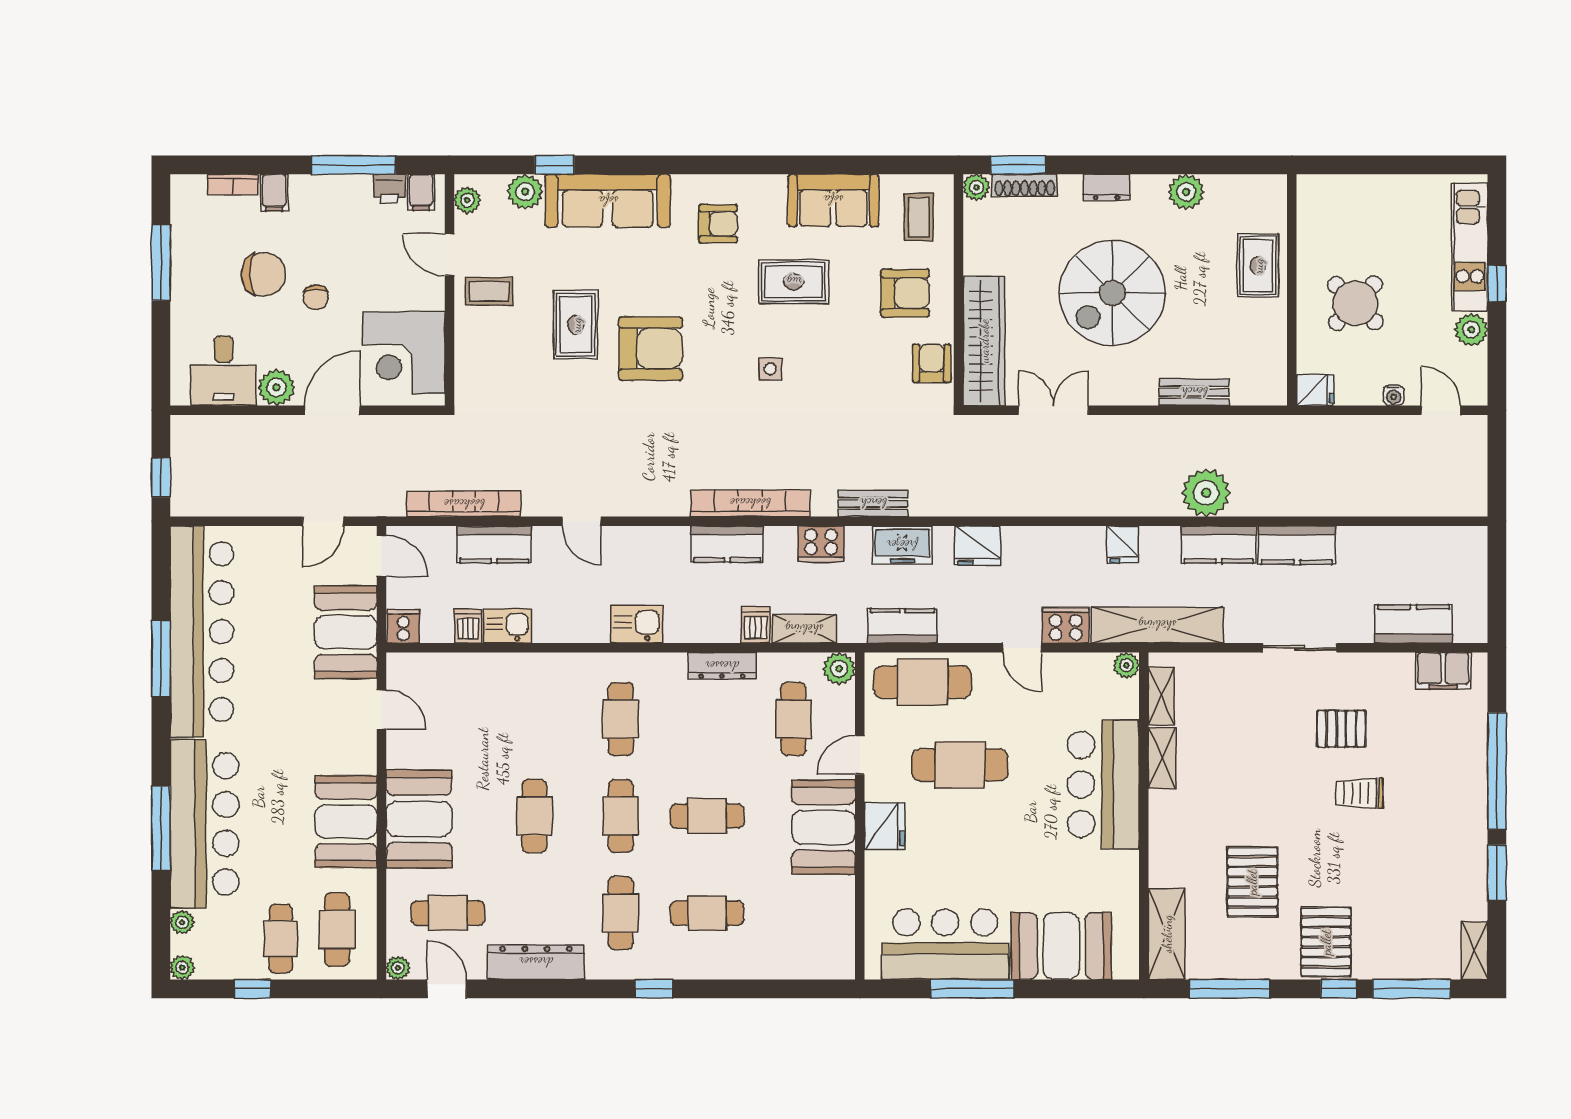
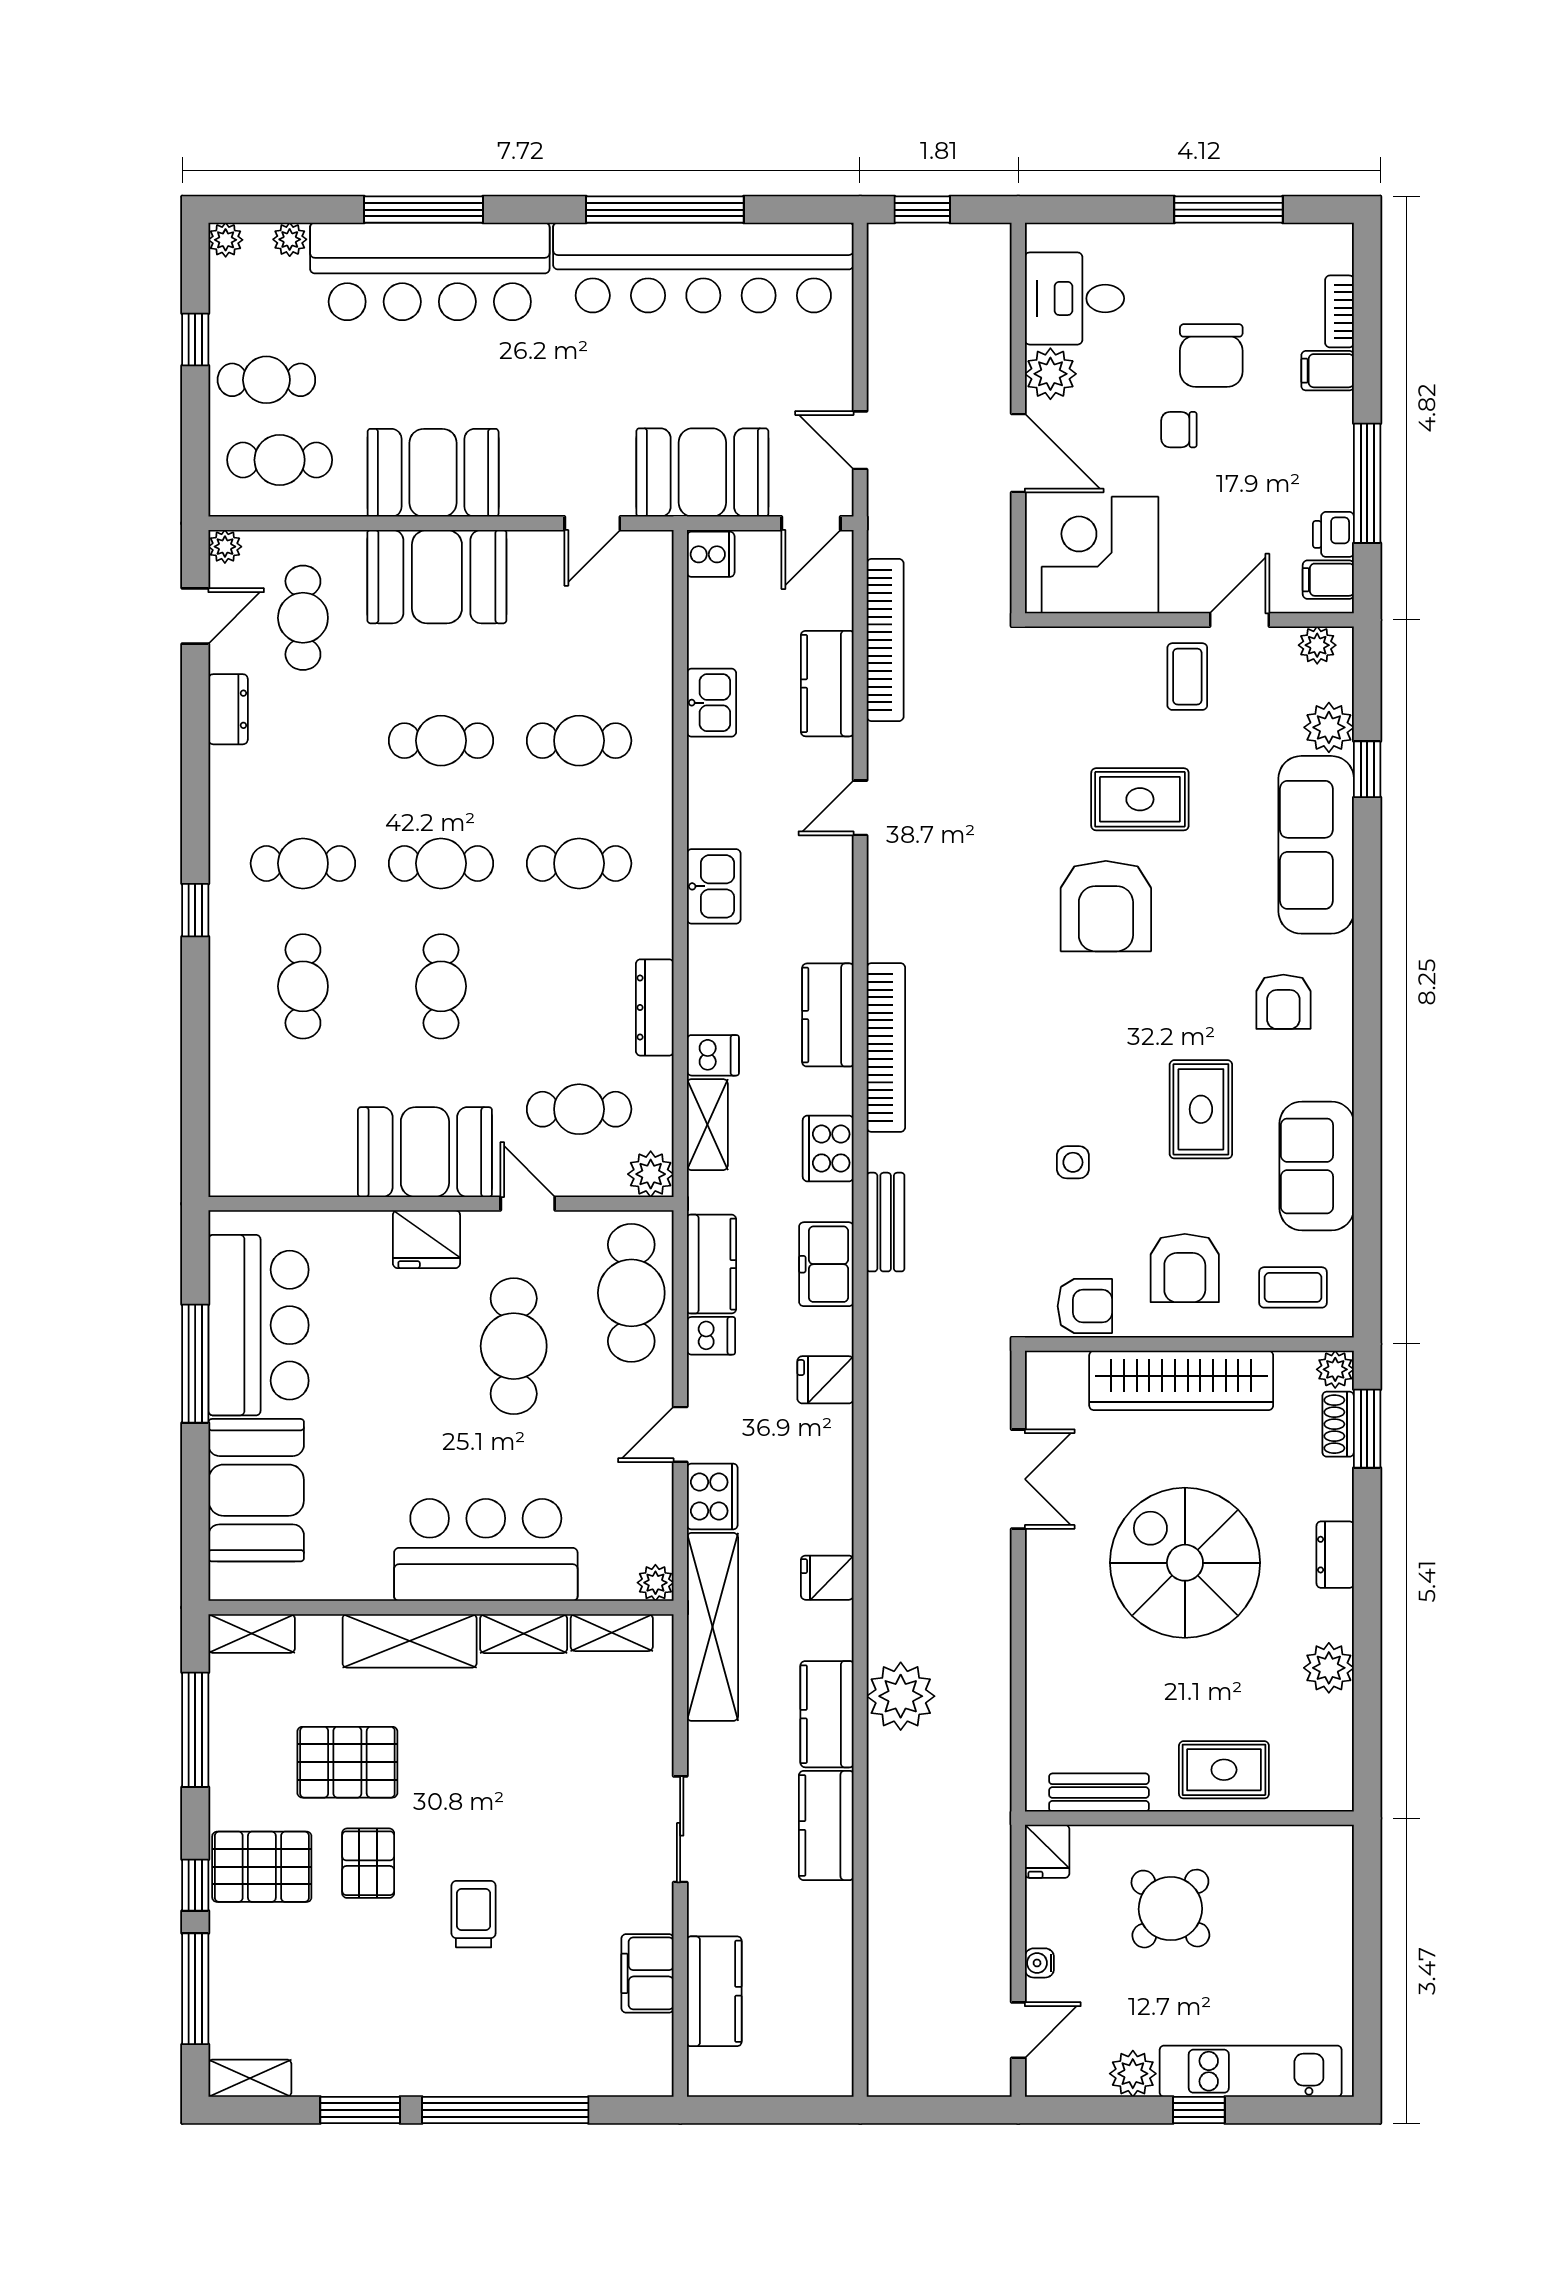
shoe rack: (1025, 185) -> (1338, 1424), width x0.70
wardrobe: (984, 341) -> (1181, 1380), moved
side table: (770, 369) -> (1073, 1162), moved
bench: (1194, 392) -> (1099, 1793), moved, turned 90
fridge: (977, 546) -> (825, 1380), width x0.72
dishwasher: (468, 626) -> (711, 1336), moved
window: (161, 659) -> (665, 210), width x1.46
filing cabinet: (1443, 671) -> (647, 1973), moved
cafe table: (534, 719) -> (579, 741), added
pallet: (1341, 729) -> (368, 1863), moved
shelving: (1167, 838) -> (410, 1641), added
shelving: (1167, 934) -> (252, 1633), width x0.67, depth x0.75
dresser: (536, 962) -> (228, 709), width x0.51, depth x0.80

